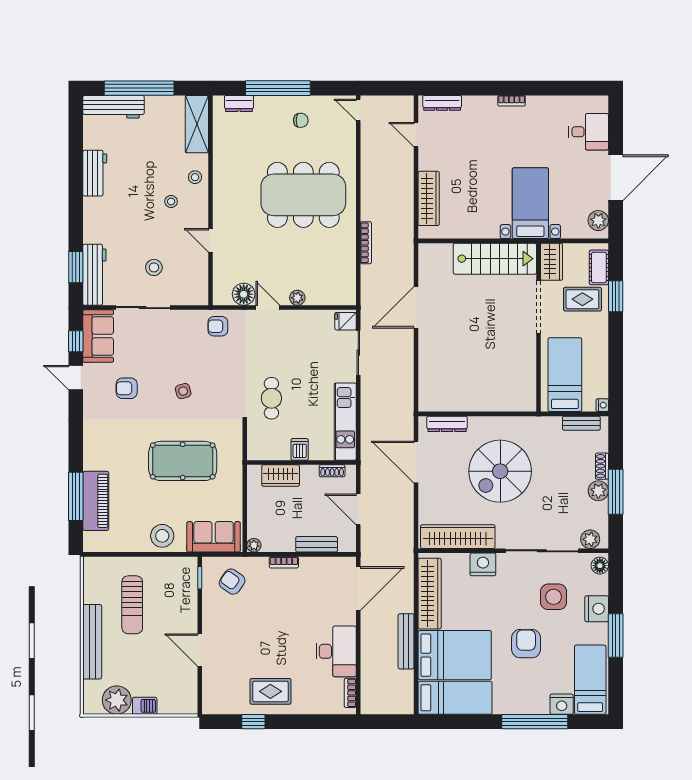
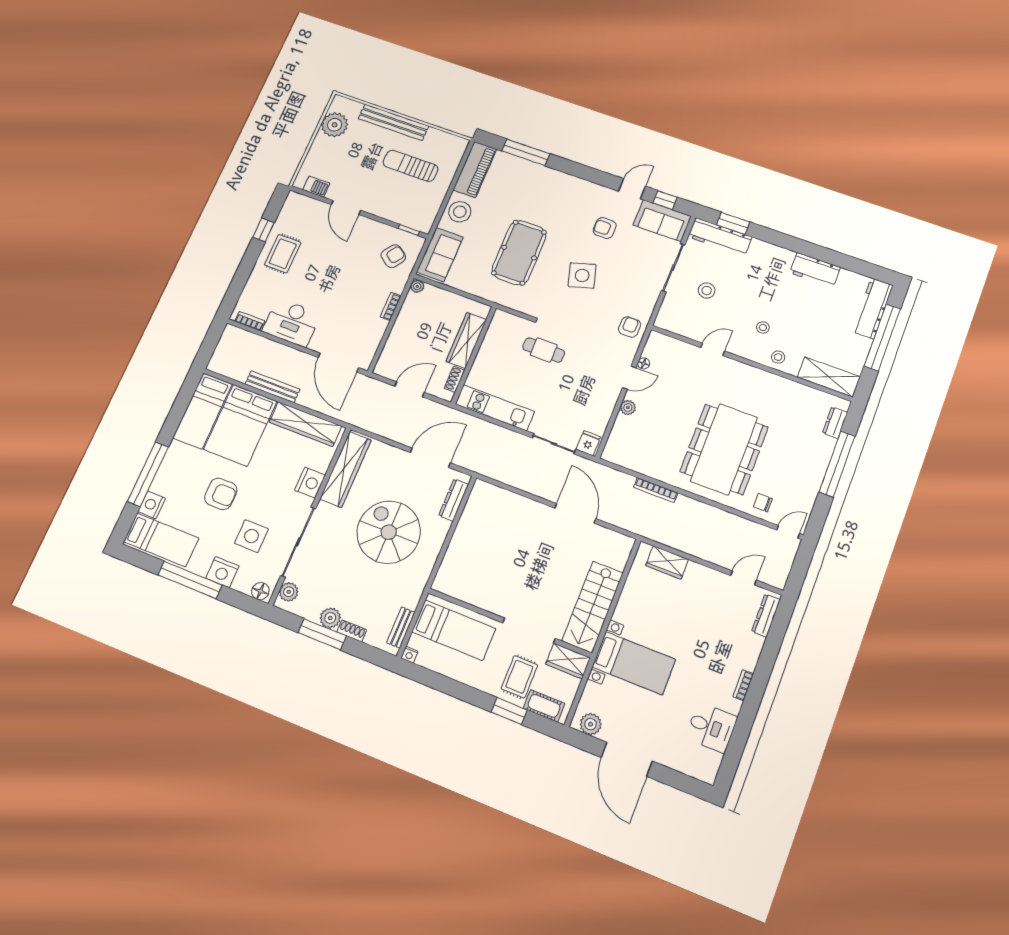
chair: (301, 120) -> (763, 503), moved, turned 89
desk: (589, 132) -> (711, 728), moved, turned -90
wardrobe: (429, 198) -> (667, 562), width x0.67
floor lamp: (244, 294) -> (644, 363), width x0.53, depth x0.53
armchair: (127, 388) -> (605, 228), turned -90
side table: (183, 391) -> (582, 275), width x1.87, depth x1.87
dishwasher: (300, 449) -> (486, 358), removed
wardrobe: (281, 476) -> (466, 340), width x1.50
piano: (96, 501) -> (475, 170), moved, turned -90
bench: (317, 544) -> (394, 341), removed
window: (616, 635) -> (190, 580), width x1.46
door: (200, 650) -> (346, 208), swing flipped
barbecue: (145, 706) -> (316, 187), moved, turned -90

